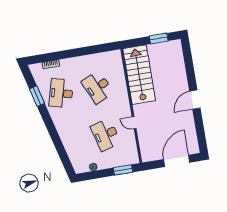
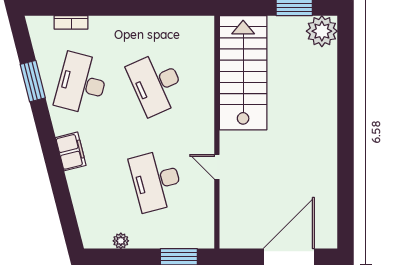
plant: (174, 48) -> (322, 31), added
door: (195, 100) -> (346, 141), removed
filing cabinet: (61, 127) -> (71, 151), added

